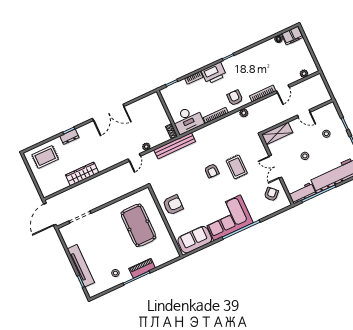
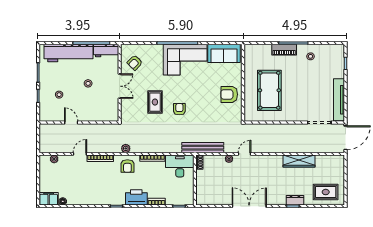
shelving: (277, 134) -> (104, 116), removed
tv unit: (81, 266) -> (339, 100), moved

